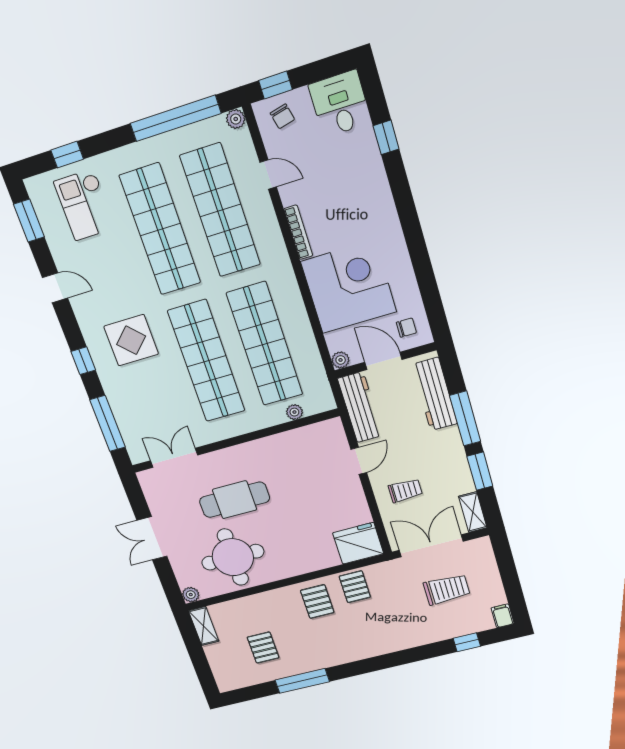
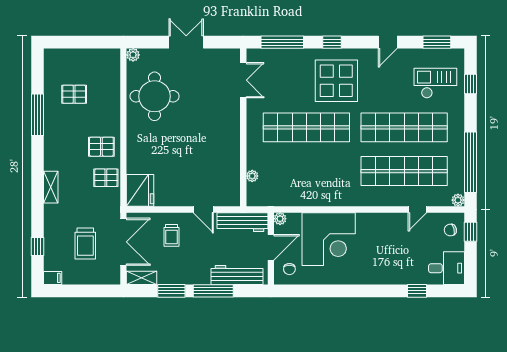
bookcase: (298, 232) -> (375, 217), removed
display table: (131, 340) -> (336, 81), width x1.36, depth x1.36
shop shelf: (265, 344) -> (306, 171), removed
cafe table: (235, 500) -> (199, 113), removed
shelving: (204, 626) -> (51, 187), moved, turned 90

